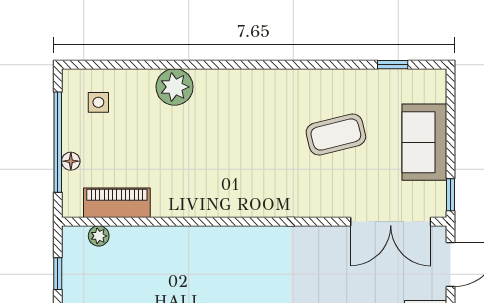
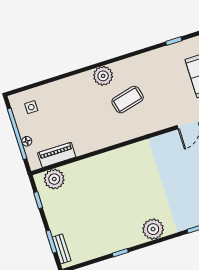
plant: (175, 87) -> (103, 76), moved
coffee table: (336, 135) -> (128, 100), moved
plant: (99, 236) -> (54, 179), width x1.87, depth x1.87

